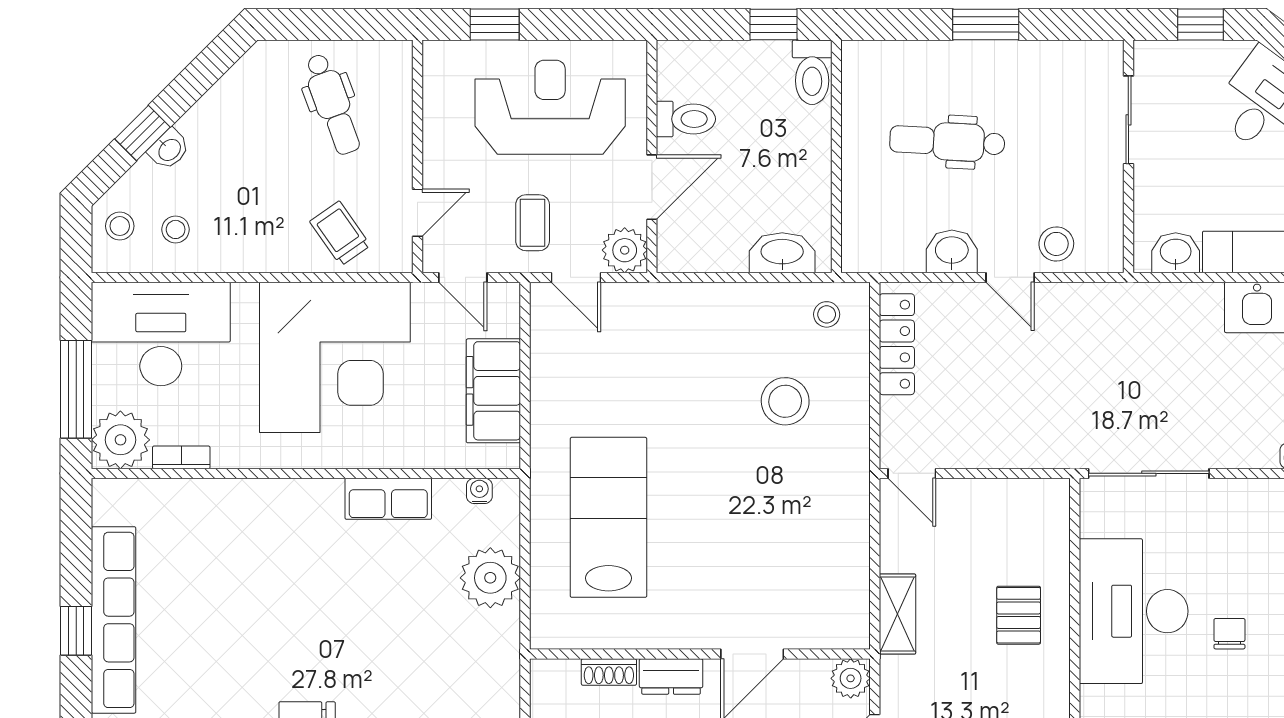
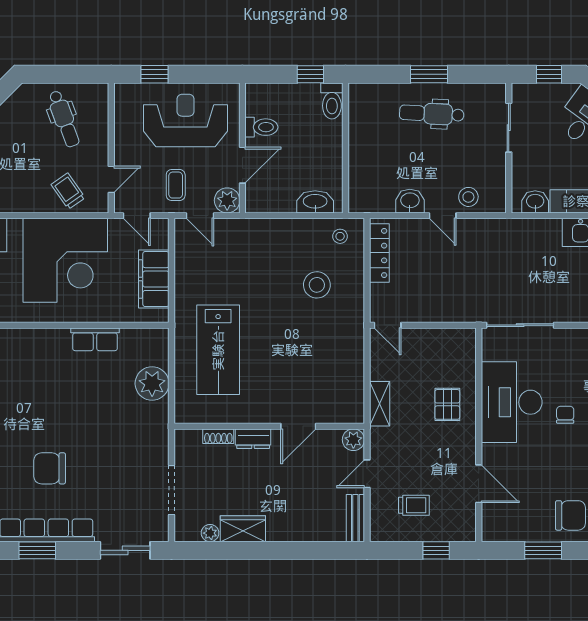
dental chair: (947, 141) -> (432, 114), moved
water cooler: (479, 491) -> (146, 335), removed
lab bench: (608, 517) -> (218, 350), turned 180

